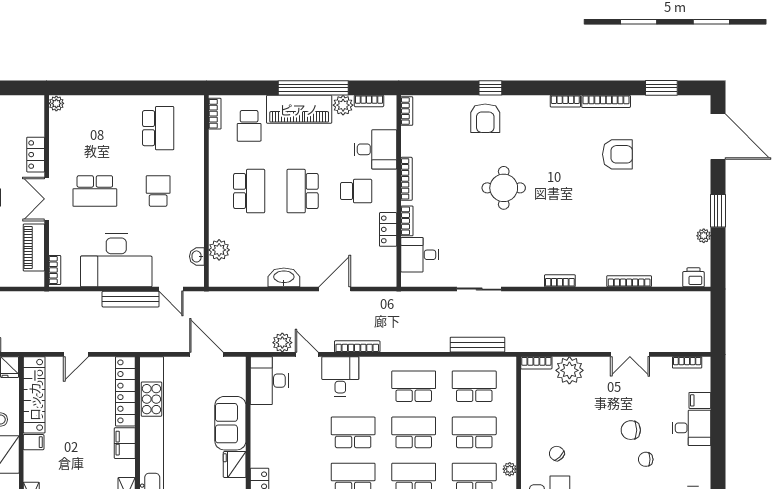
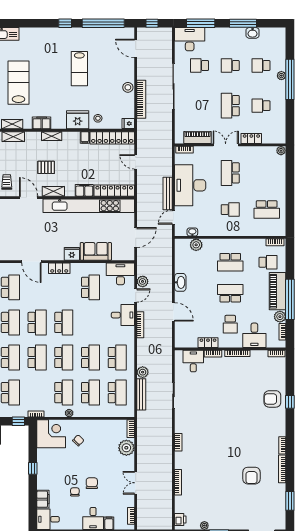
school desk: (249, 126) -> (268, 262), turned 180
round table: (504, 188) -> (232, 410), removed
plant: (439, 342) -> (143, 372), added
school desk: (353, 432) -> (90, 287), moved

